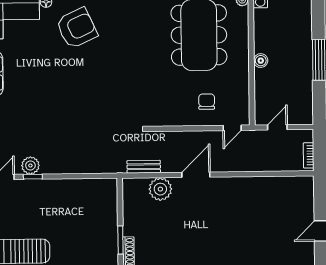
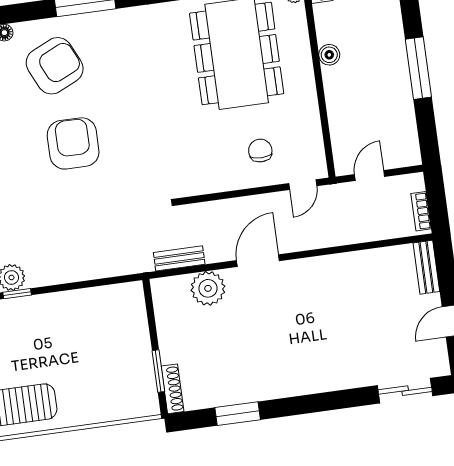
boiler: (261, 61) -> (329, 55), moved
armchair: (83, 81) -> (73, 143), added
bench: (308, 193) -> (426, 267), added

